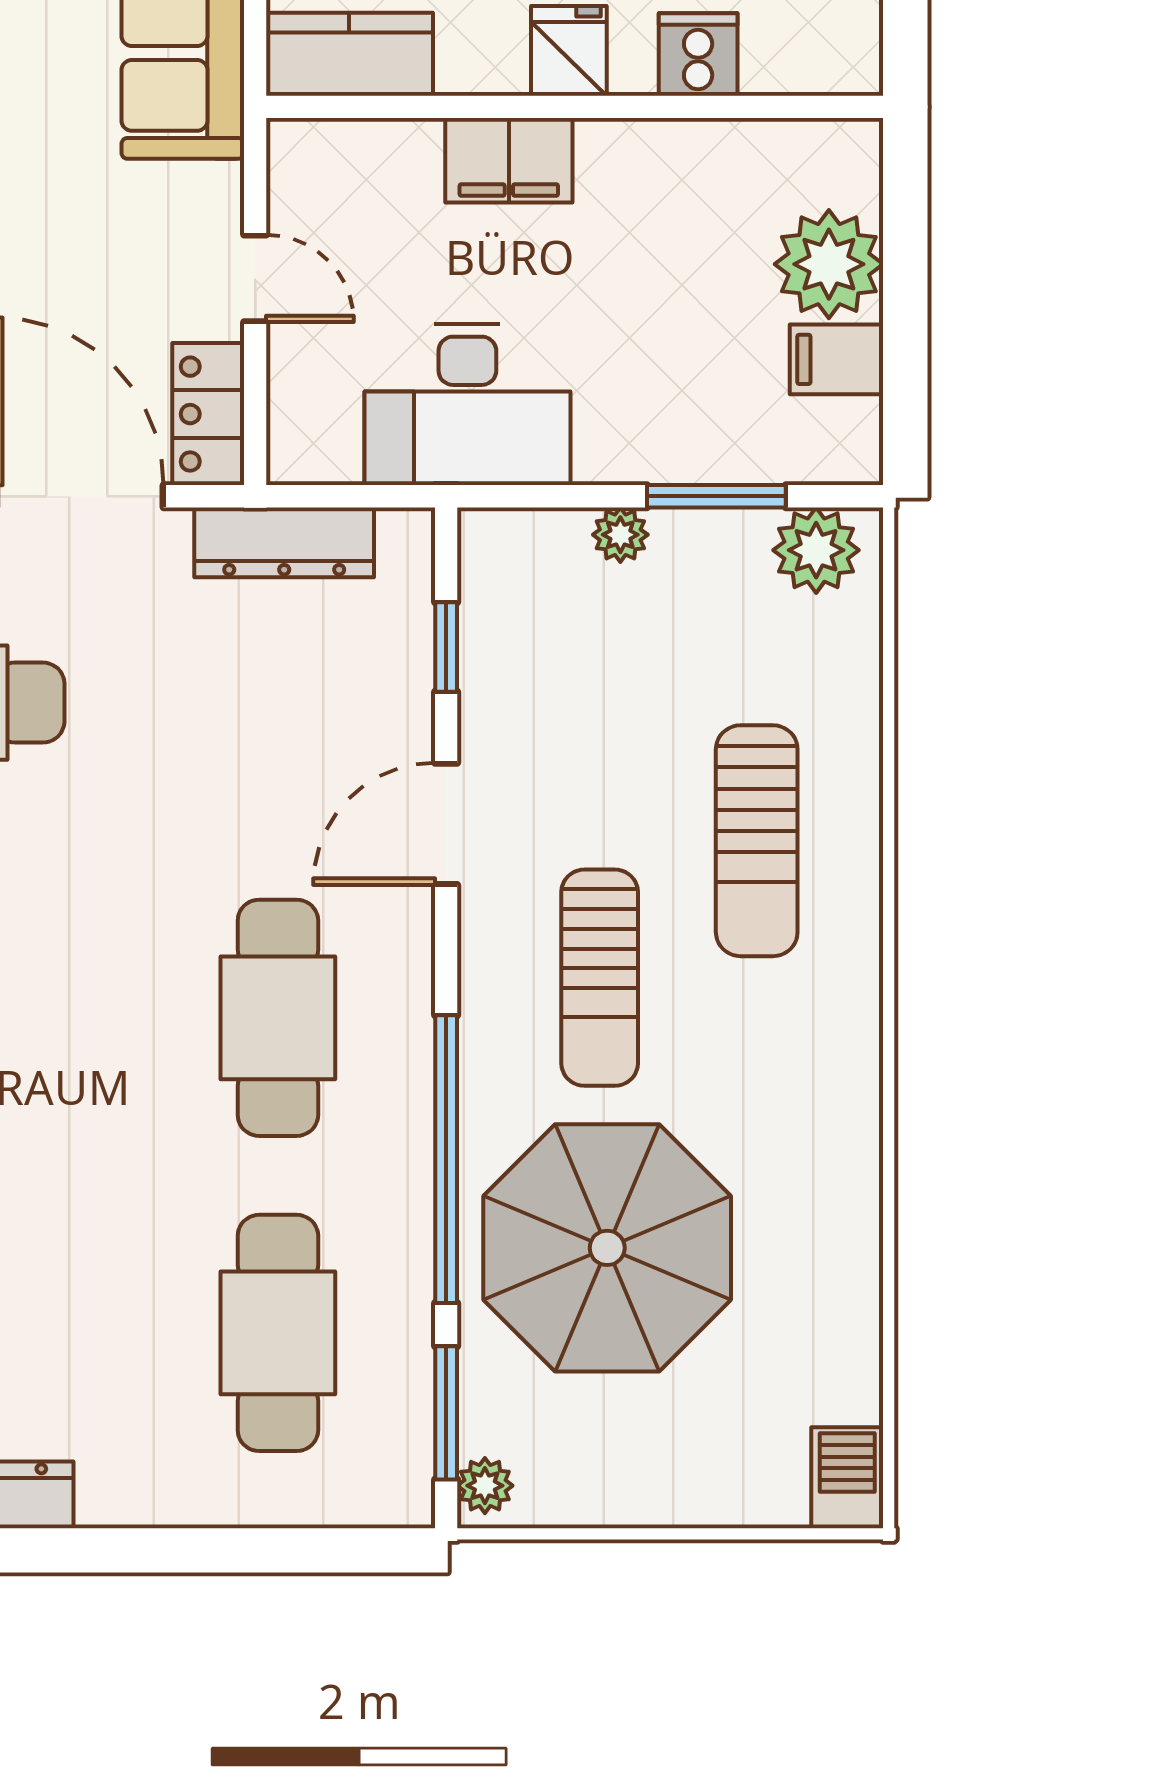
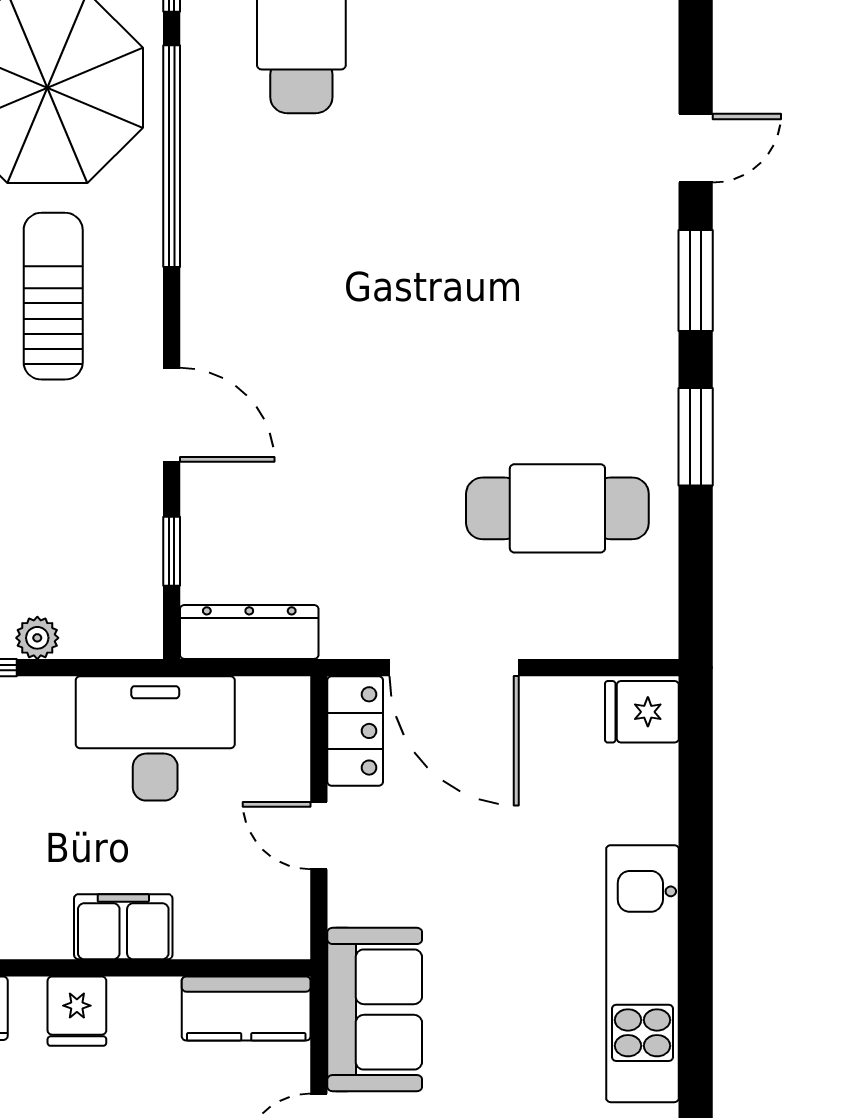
dresser: (284, 542) -> (249, 632), moved
door: (446, 824) -> (172, 415), hinge flipped
cafe table: (278, 1018) -> (301, 265), removed

